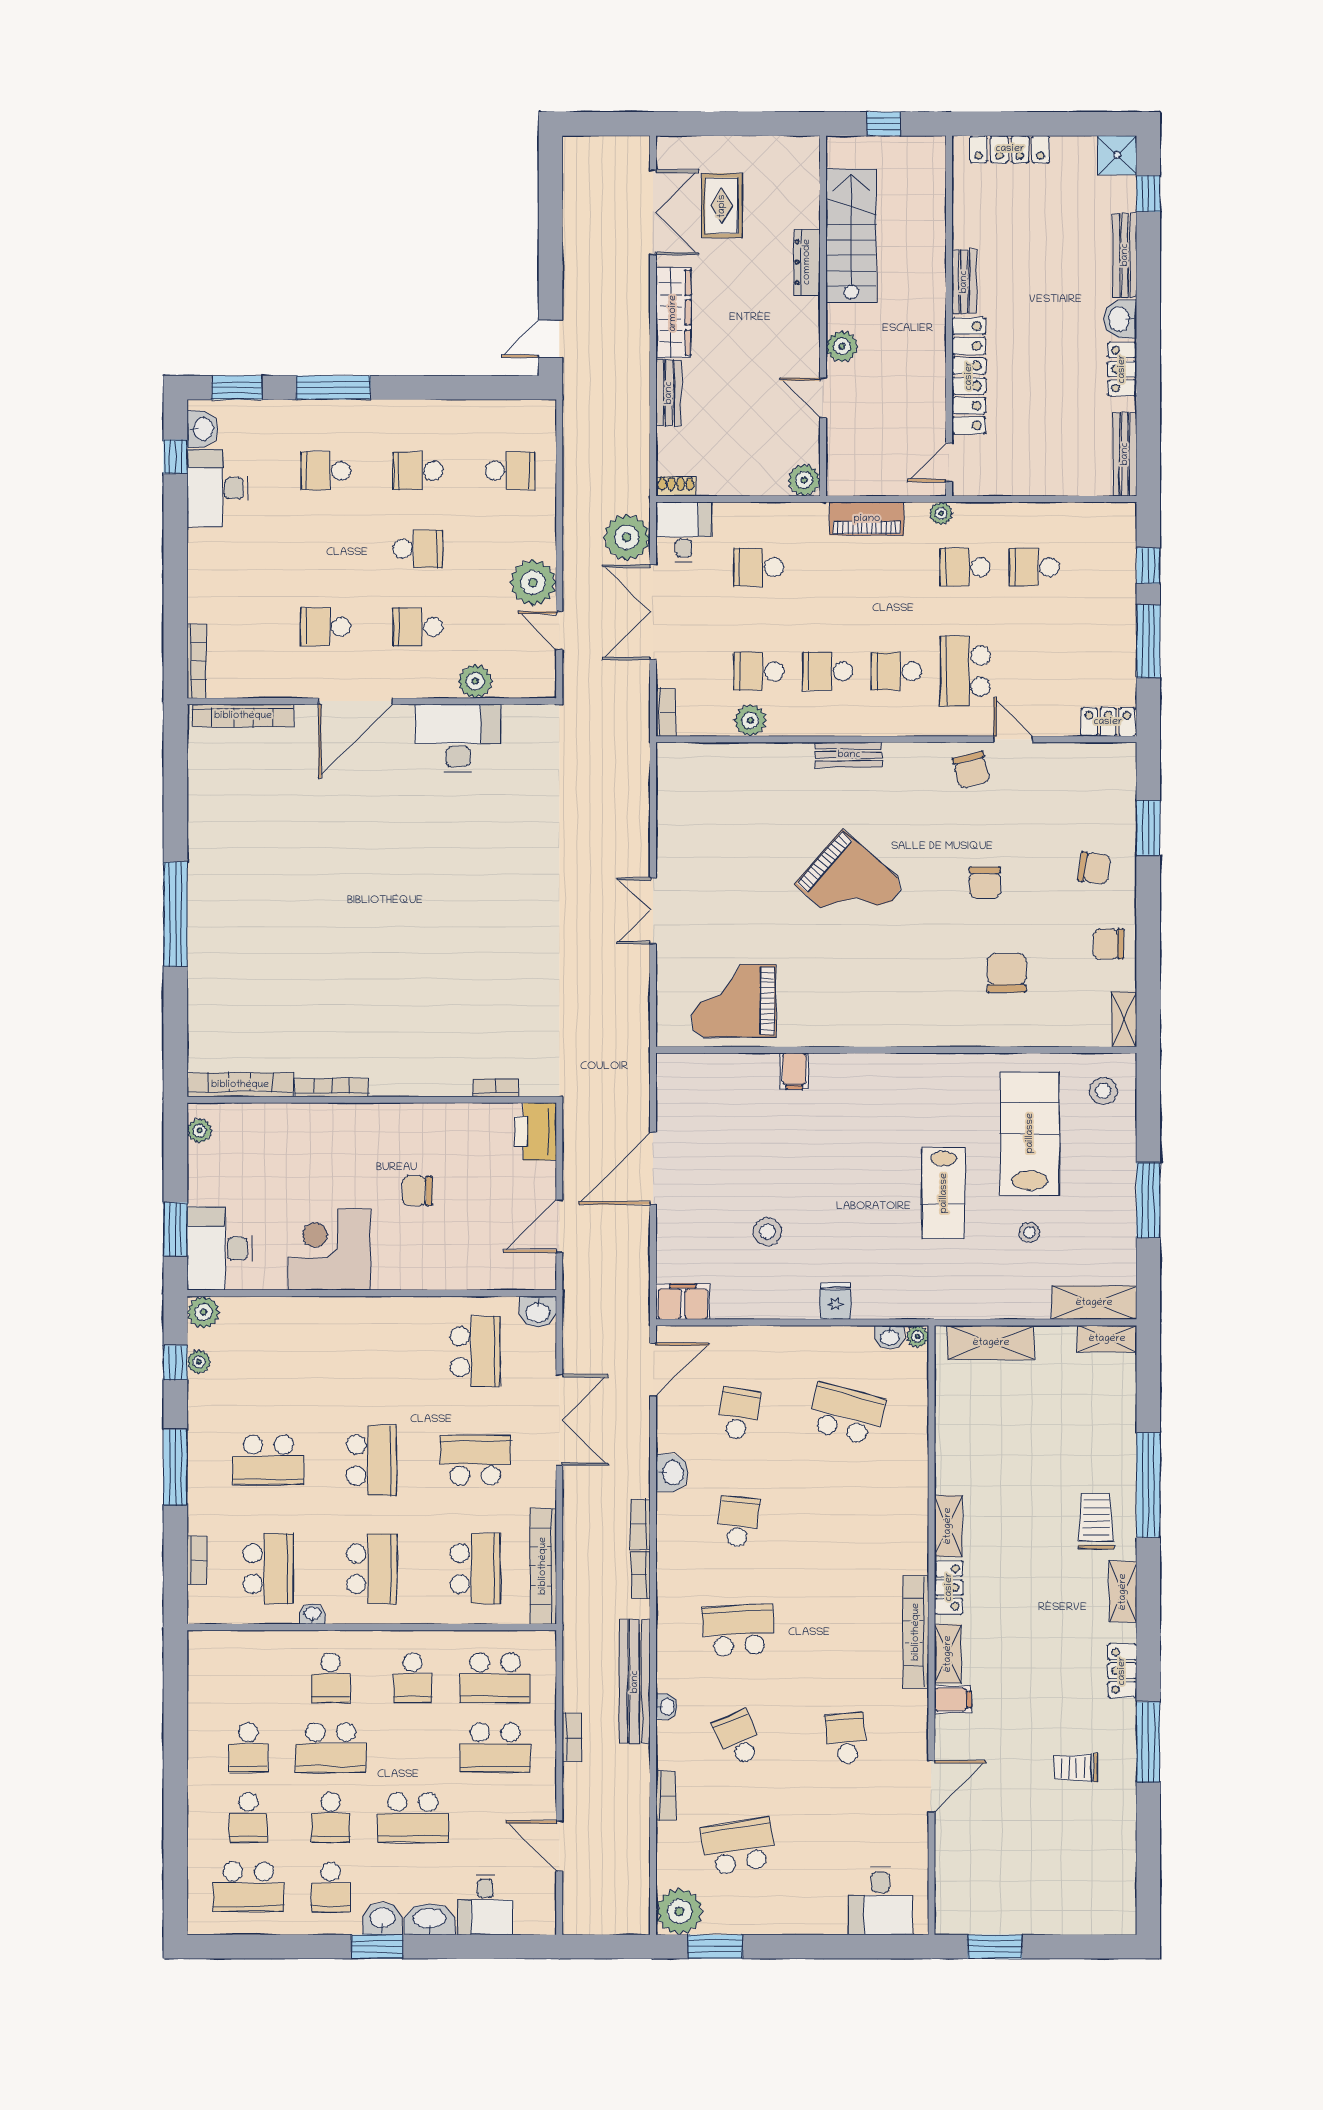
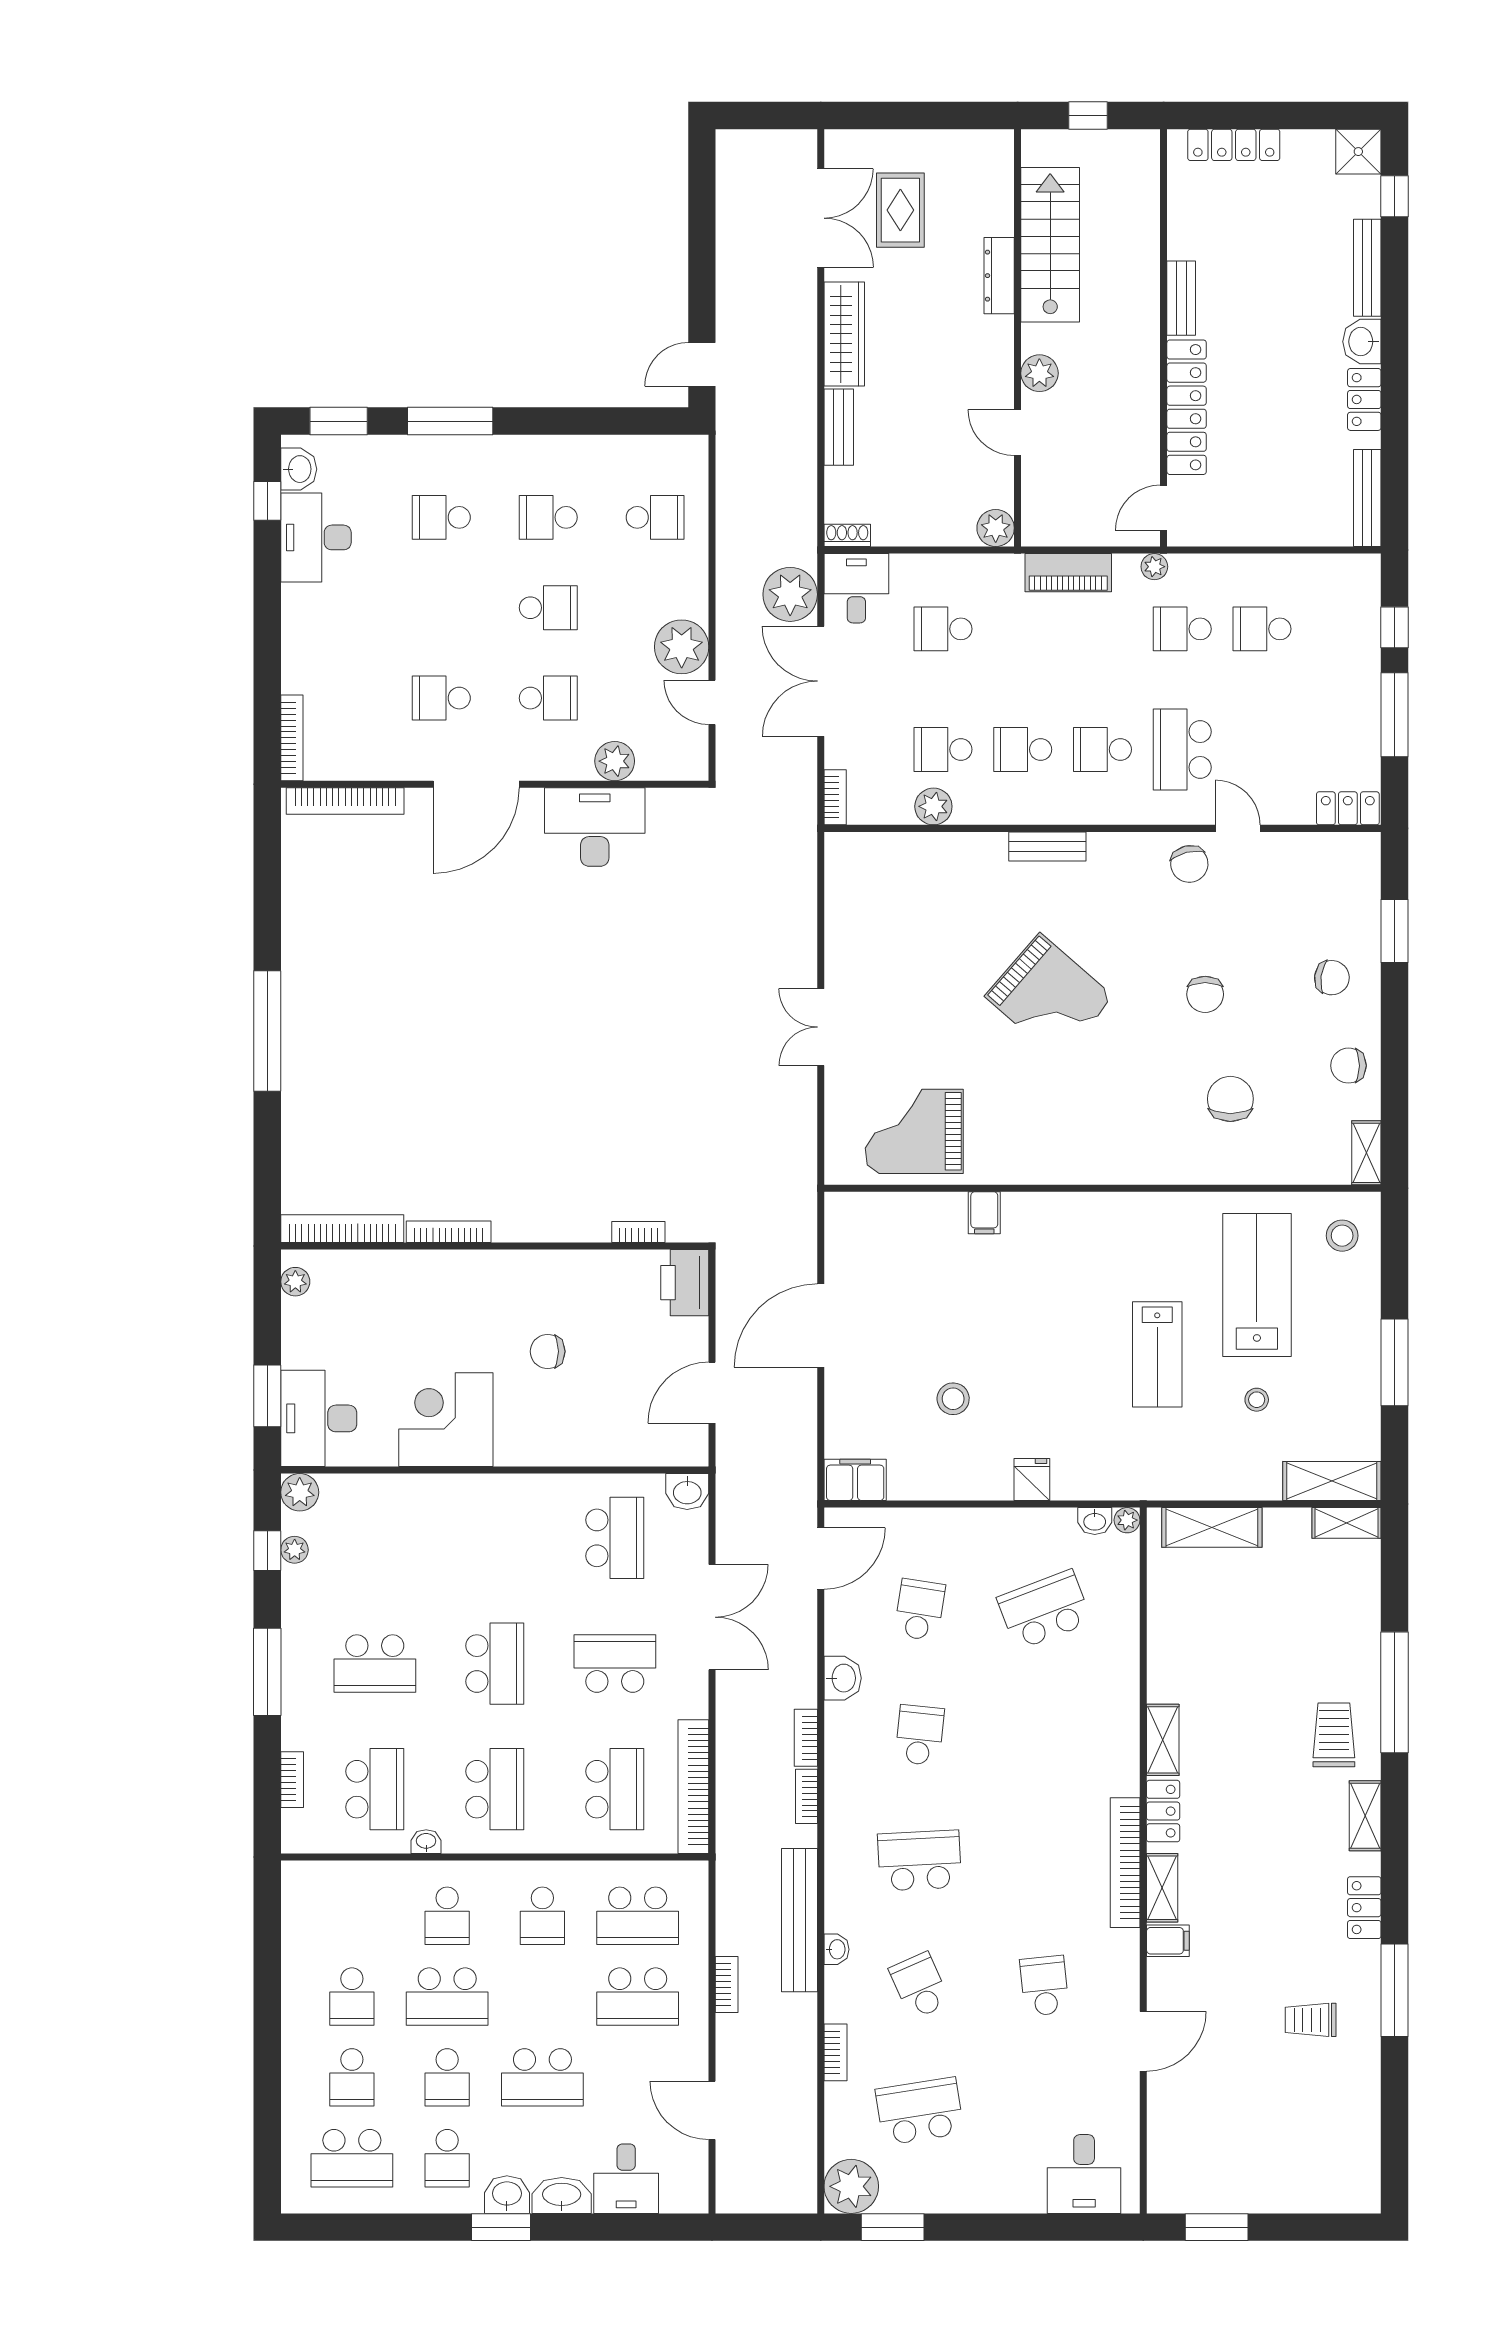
school desk: (418, 627) -> (548, 698), turned 180
school desk: (846, 1414) -> (1044, 1610), turned -36

